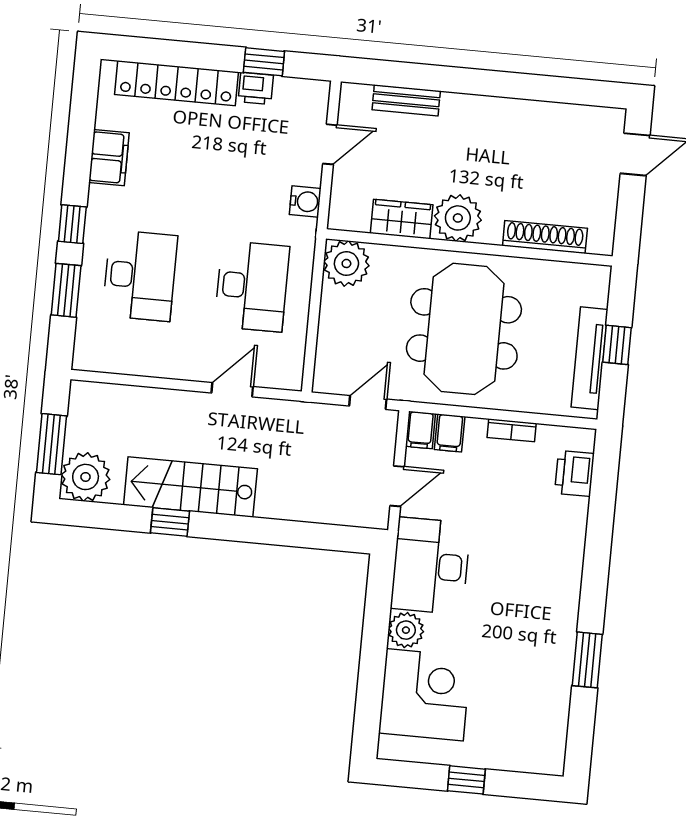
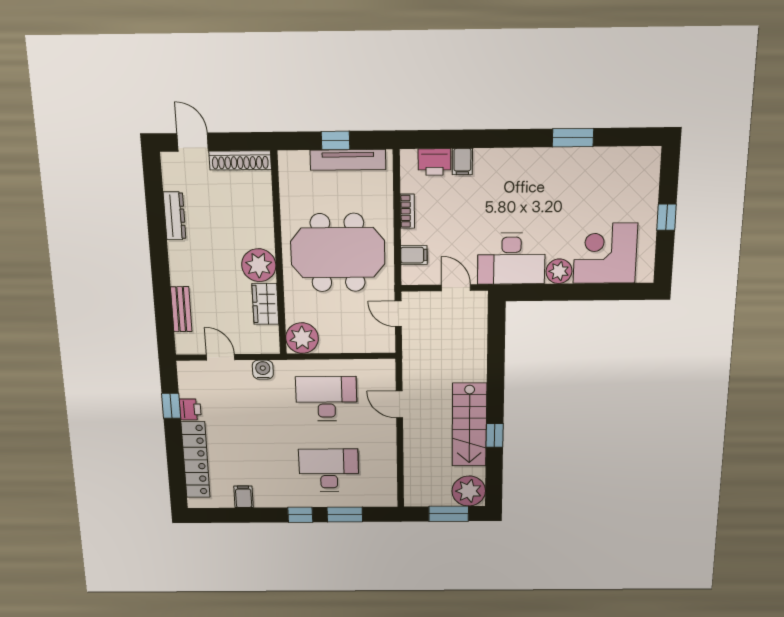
dresser: (539, 113) -> (175, 216), added
filing cabinet: (109, 158) -> (244, 497), width x0.50
shoe rack: (545, 237) -> (240, 160), moved, turned -90
filing cabinet: (420, 430) -> (462, 162), moved, turned 90

